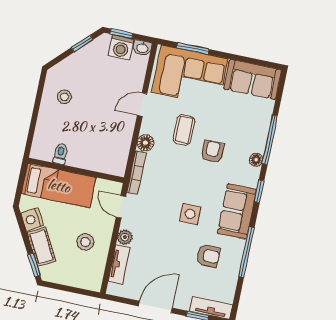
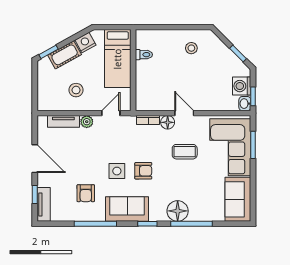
window: (122, 34) -> (253, 96), moved
door: (142, 105) -> (184, 113), moved
armchair: (212, 152) -> (143, 171), moved
floor lamp: (256, 160) -> (178, 211), width x1.89, depth x1.89
bookcase: (136, 173) -> (148, 120), width x0.64

